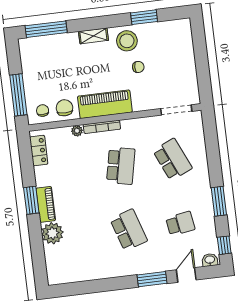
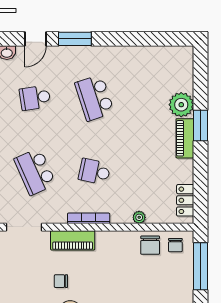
piano: (105, 104) -> (73, 240), moved, width x0.73, depth x0.75
bookcase: (102, 127) -> (89, 218), moved
school desk: (121, 166) -> (94, 172), width x0.54
window: (31, 200) -> (201, 125), moved

